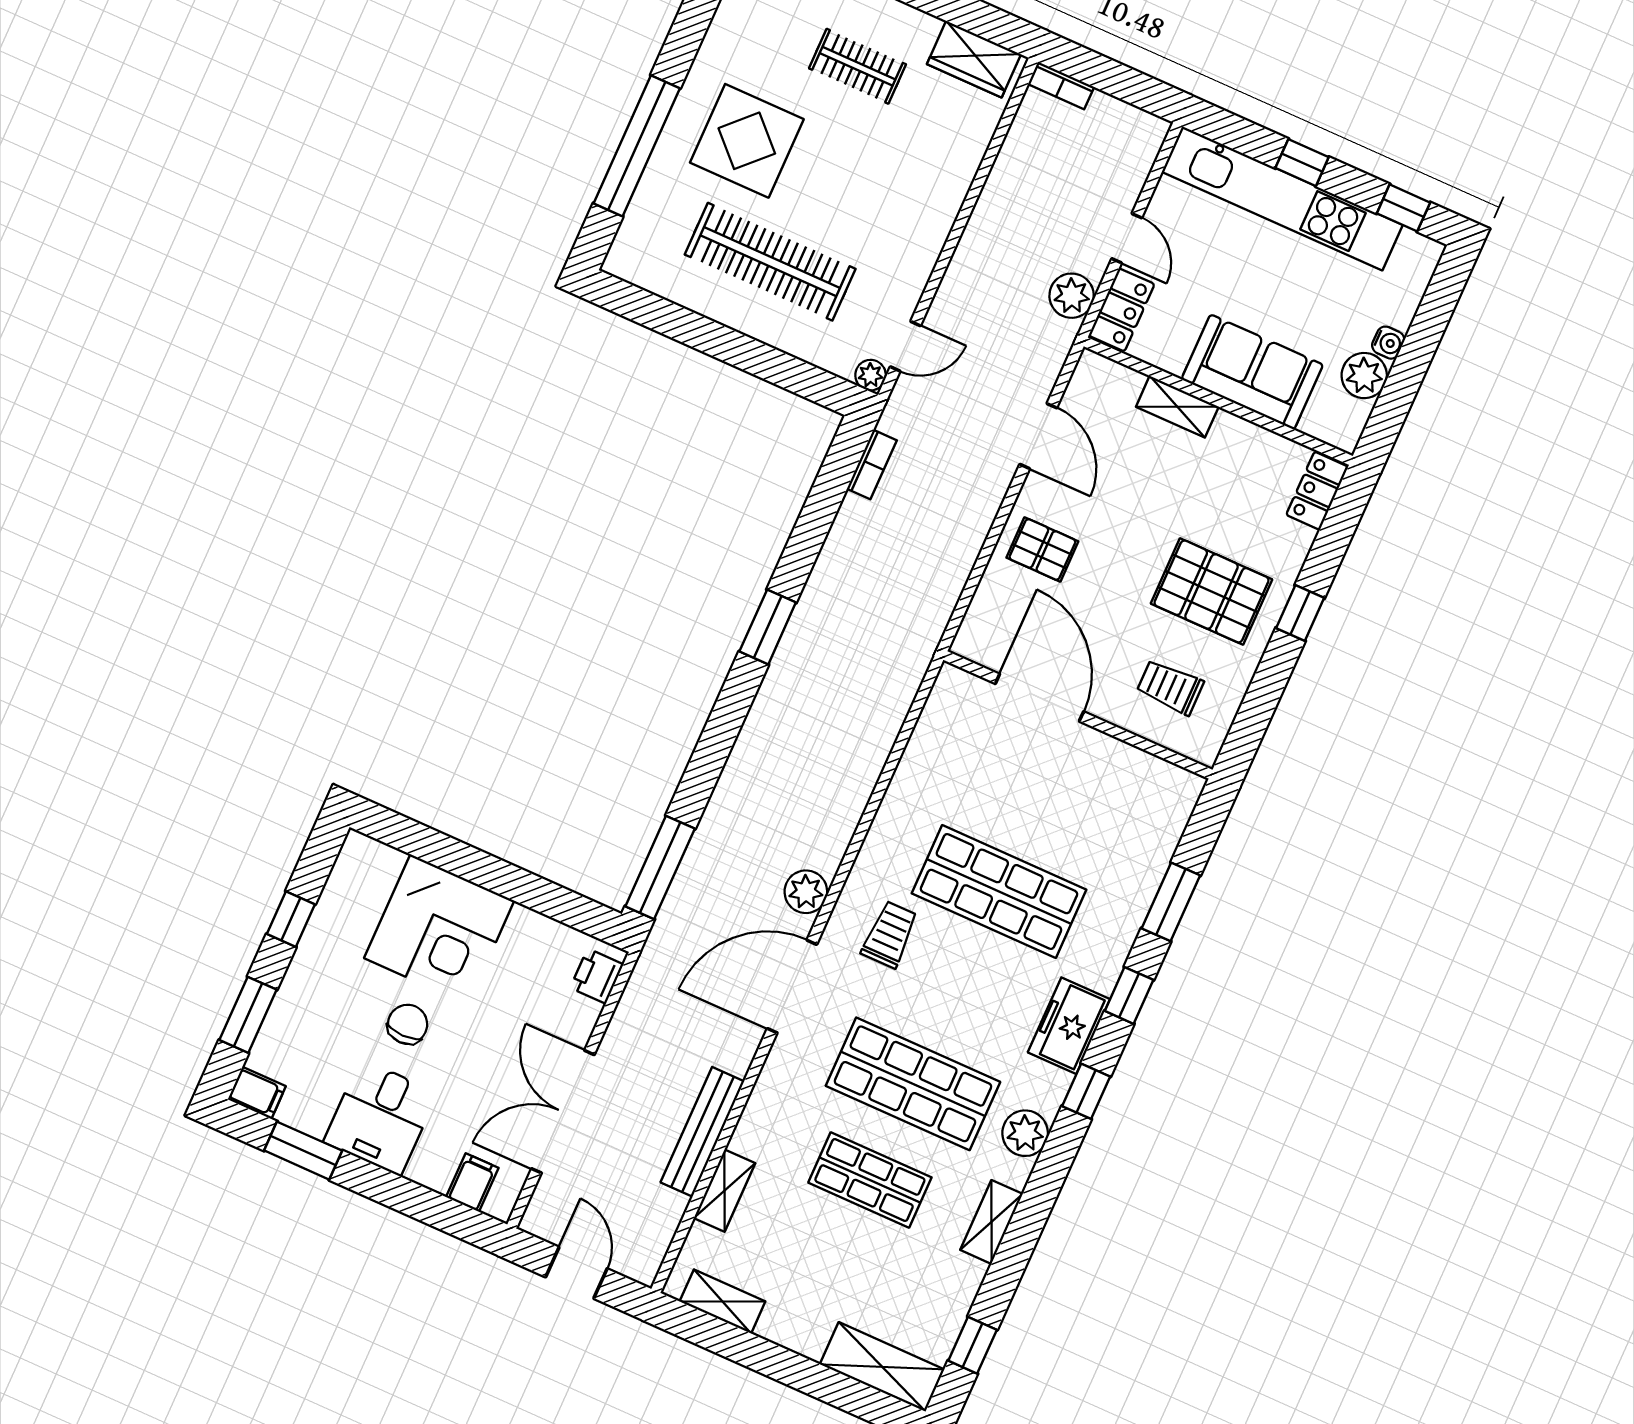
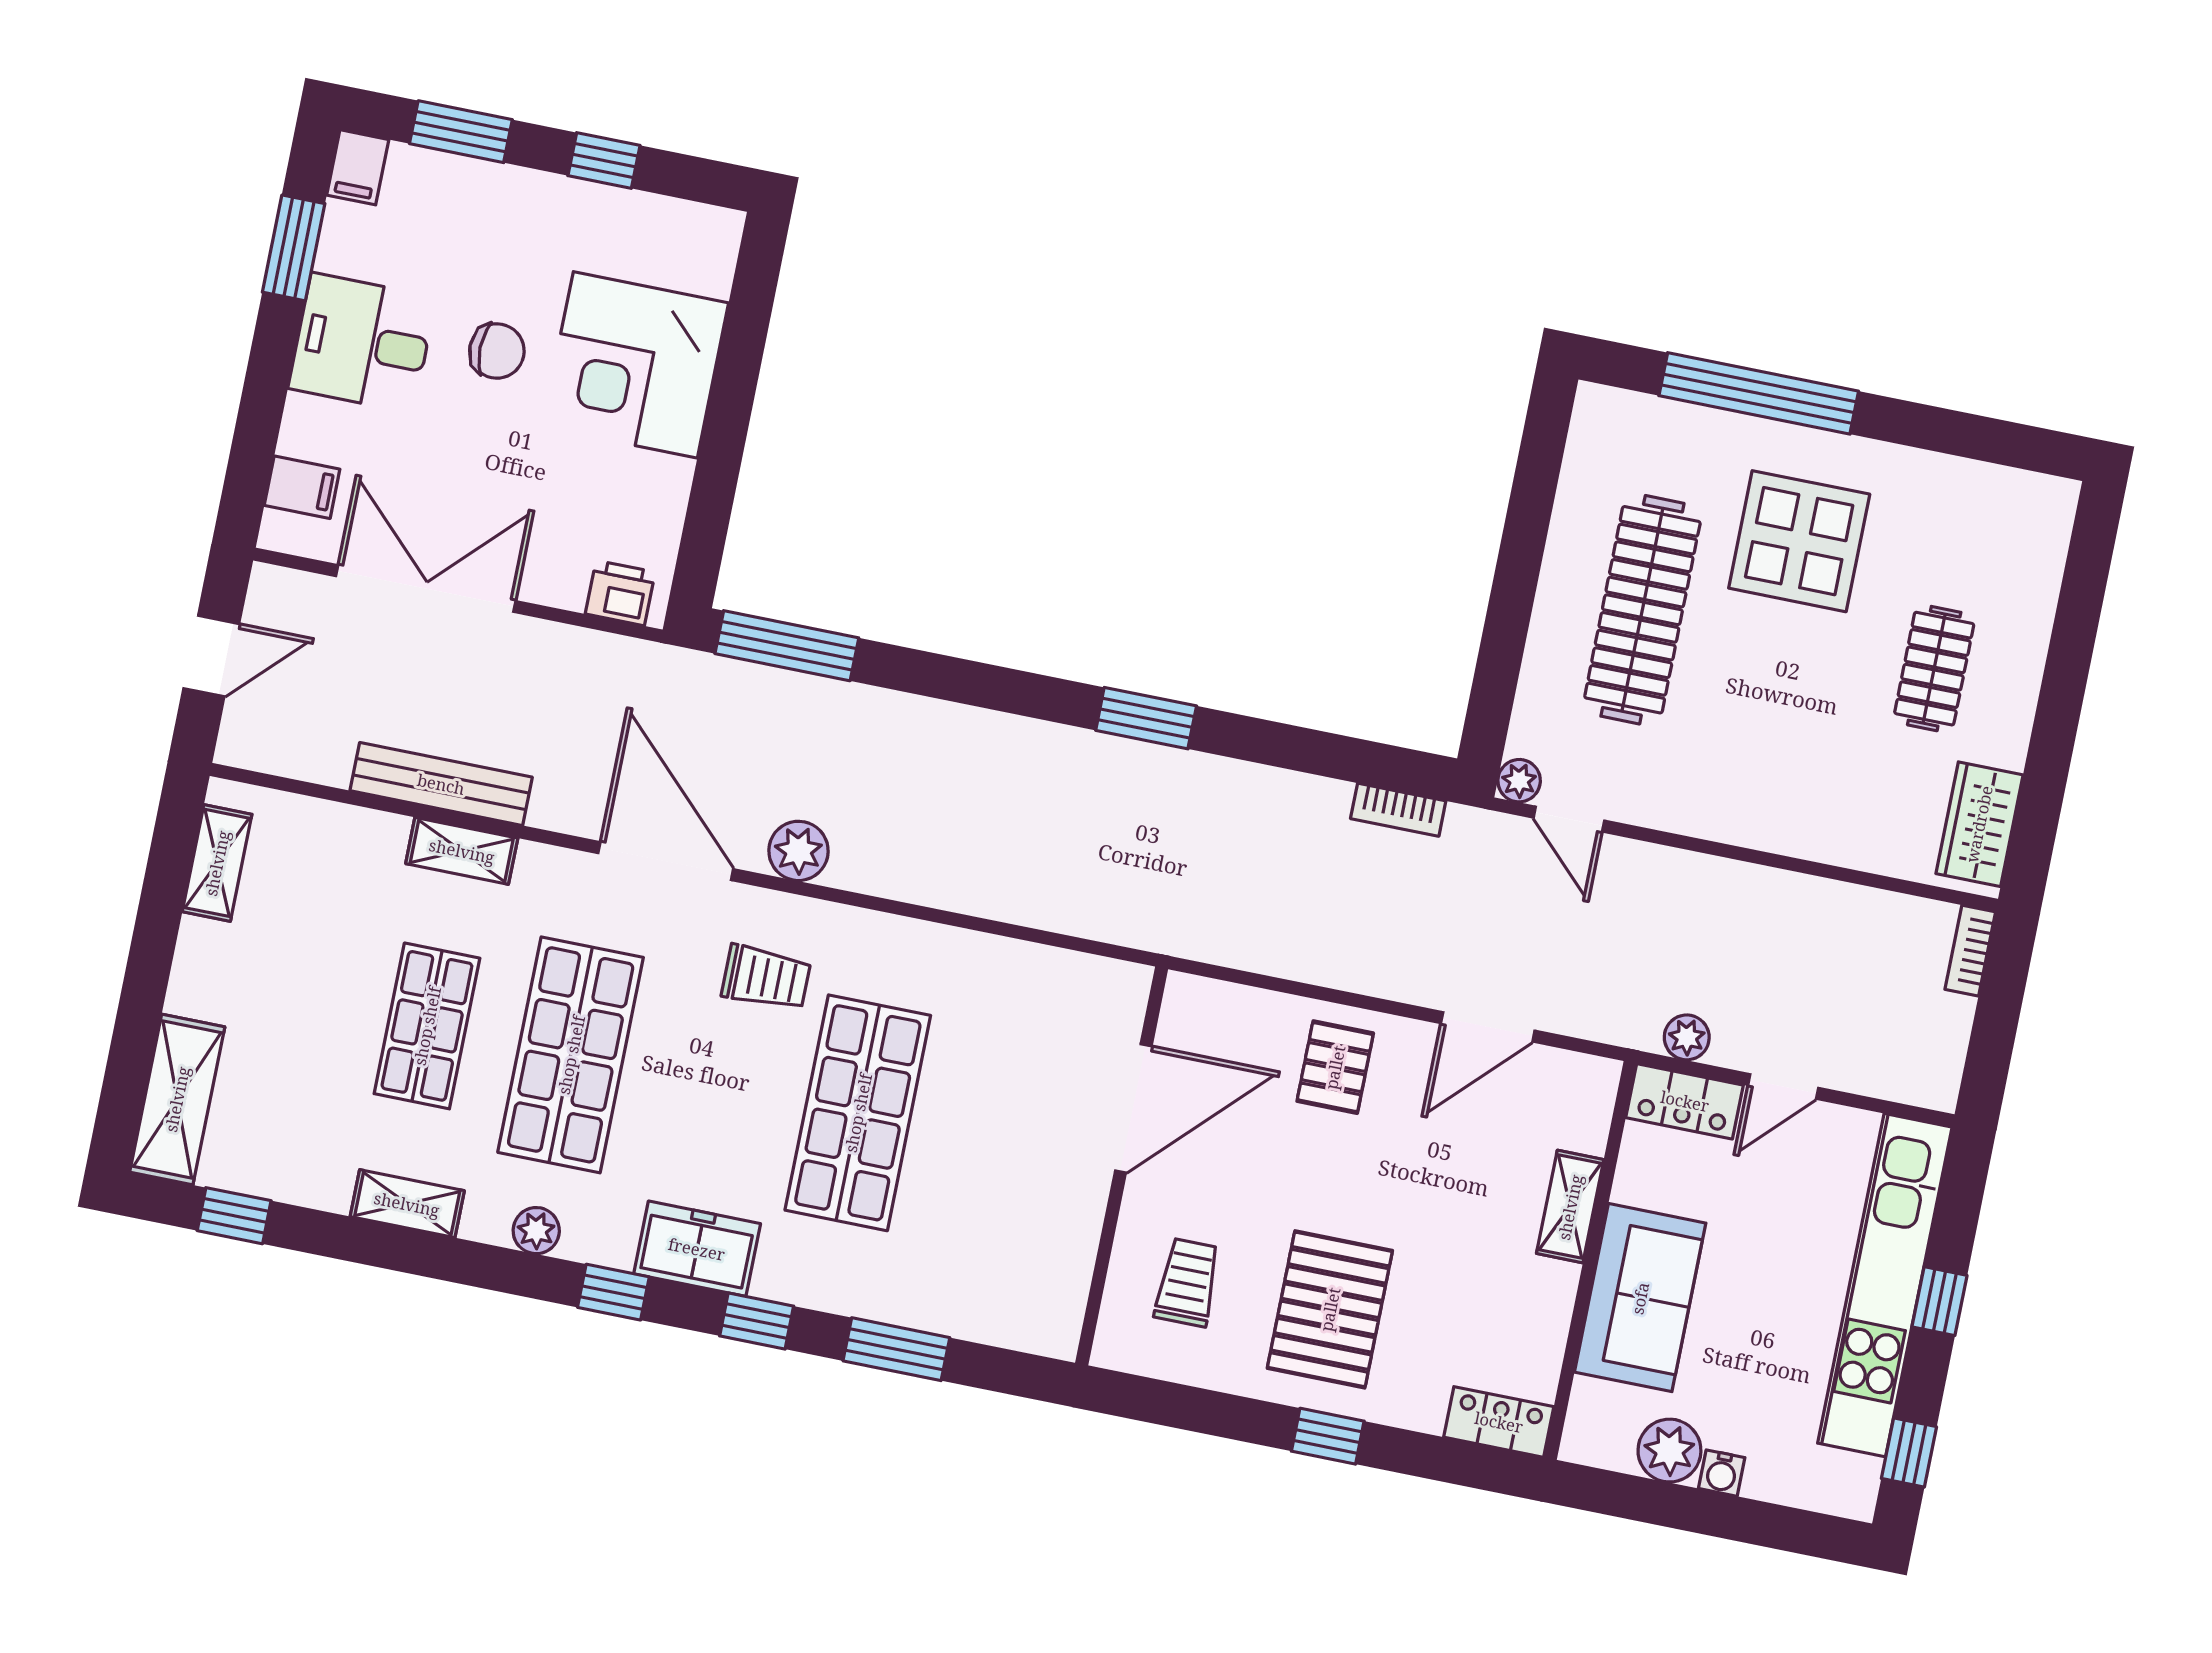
plant: (1072, 296) -> (1687, 1037), width x0.73, depth x0.73
plant: (1025, 1133) -> (536, 1231), width x0.73, depth x0.73
shelving: (725, 1191) -> (462, 851), moved

